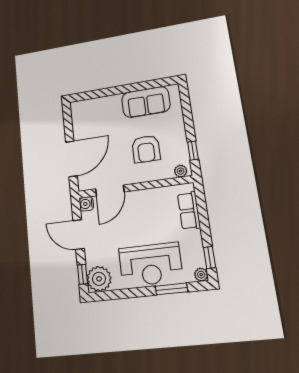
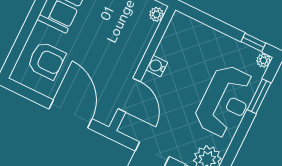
armchair: (146, 149) -> (46, 60), moved
water cooler: (86, 204) -> (157, 66), moved, turned 90
row of seats: (189, 211) -> (199, 32), removed

